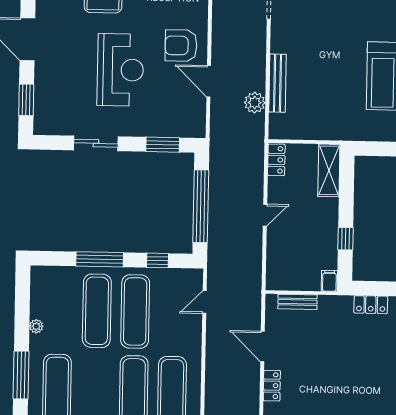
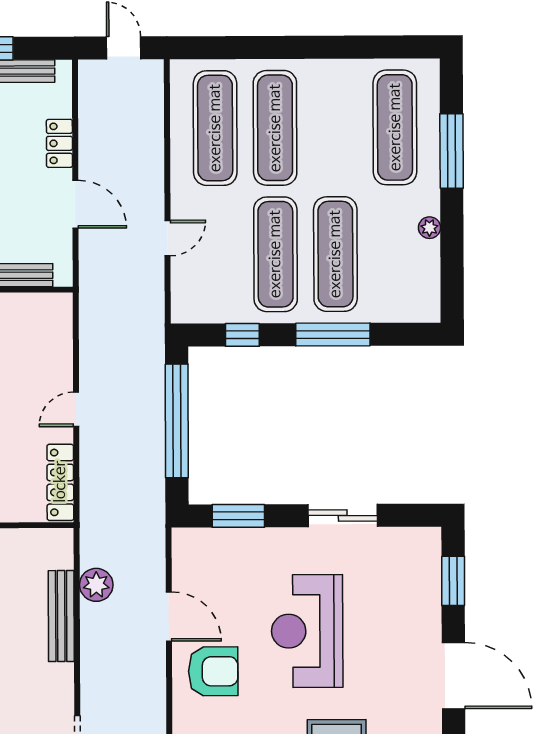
locker: (276, 160) -> (60, 482), width x1.53
door: (204, 302) -> (167, 238), moved

